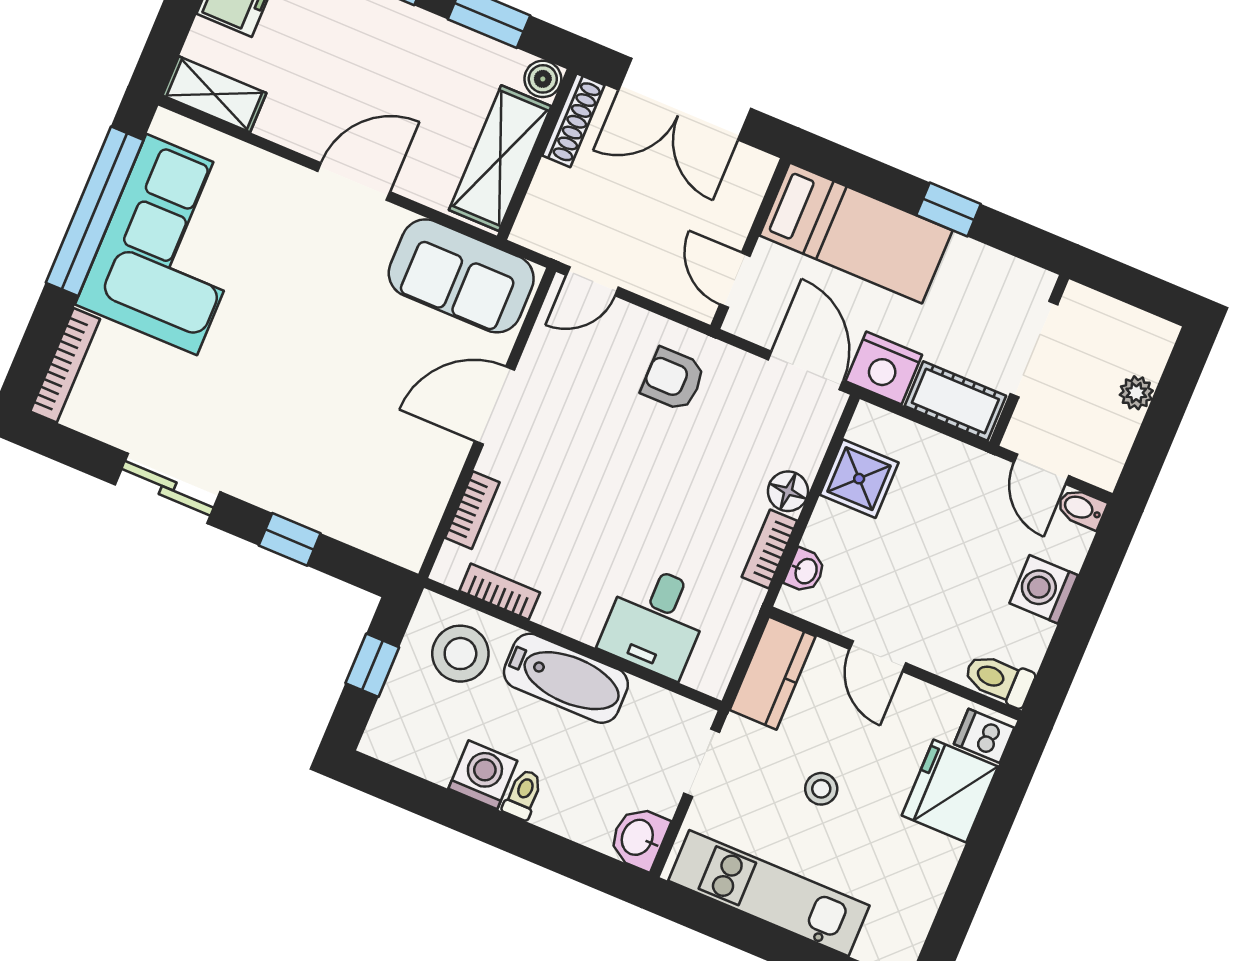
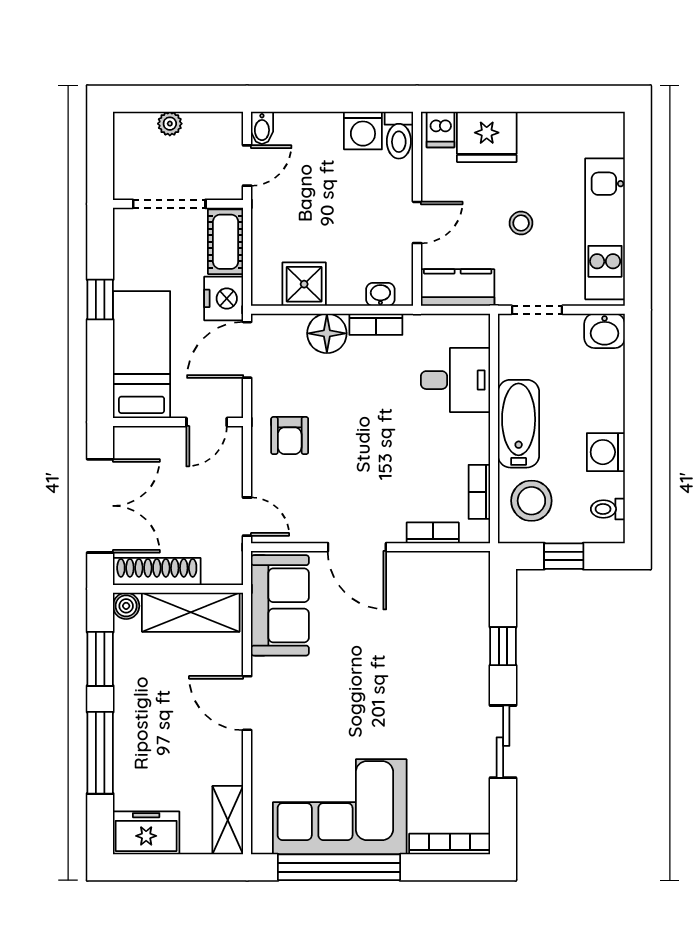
shoe rack: (573, 120) -> (157, 571), width x1.36, depth x1.24
floor lamp: (788, 491) -> (327, 333), width x1.38, depth x1.38
washing machine: (1044, 589) -> (363, 131), moved
toilet: (523, 794) -> (608, 509), moved

